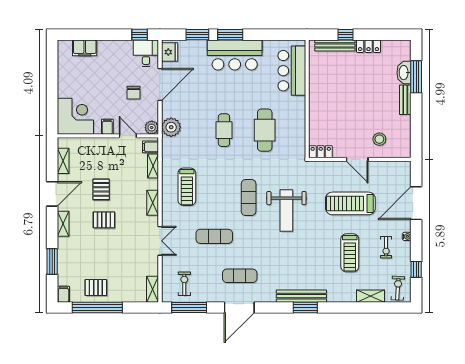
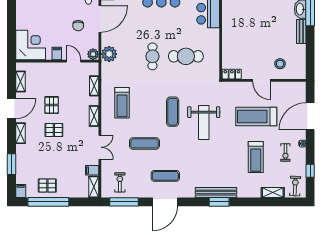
cafe table: (265, 130) -> (186, 56), turned 90
filing cabinet: (150, 147) -> (92, 170), moved

